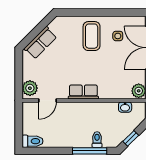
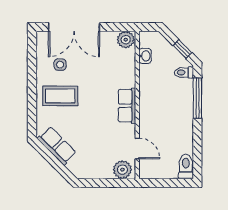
row of seats: (40, 43) -> (57, 146), moved
toilet: (97, 140) -> (184, 73), moved

